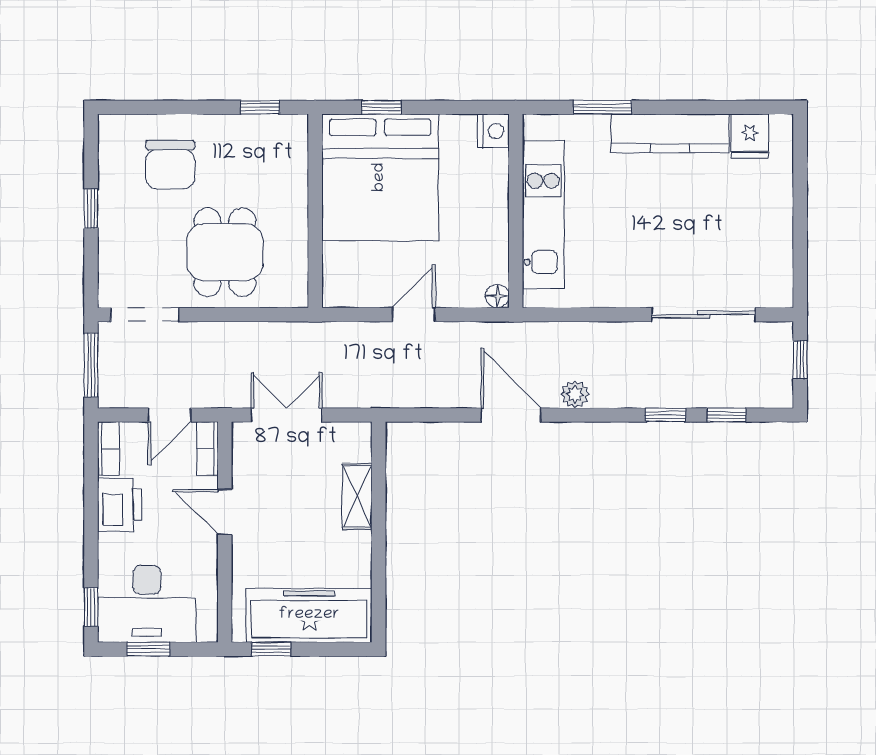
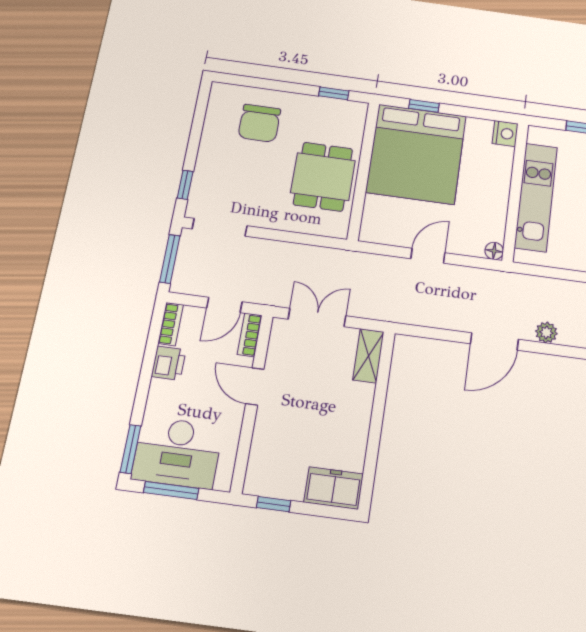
window: (91, 209) -> (185, 185), moved
dining table: (225, 252) -> (323, 177), moved
door: (511, 415) -> (494, 341), swing flipped
shelving: (357, 496) -> (368, 356), moved
printer: (120, 505) -> (169, 363), width x0.73, depth x0.81
window: (91, 607) -> (130, 449), width x1.50
freezer: (309, 615) -> (334, 488), width x0.52, depth x0.79
window: (148, 649) -> (171, 491), width x1.50

